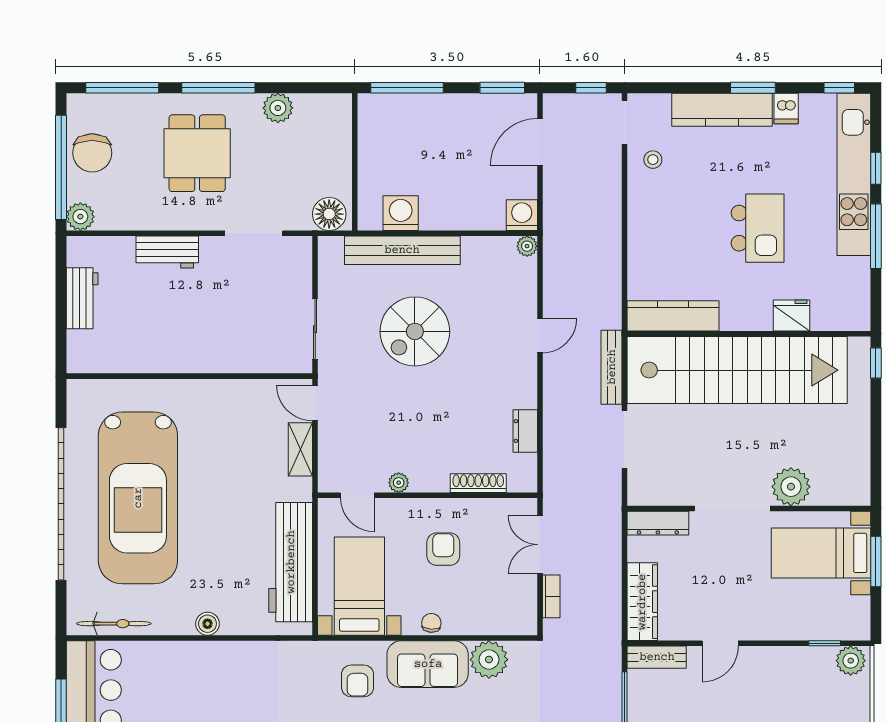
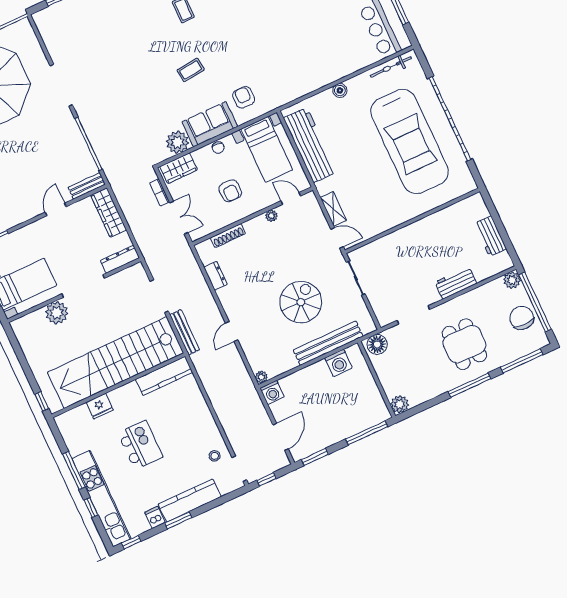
plant: (278, 108) -> (400, 404), moved
kitchen island: (758, 228) -> (140, 445), turned 180
car: (138, 498) -> (410, 141), turned 180
wardrobe: (506, 620) -> (179, 168), added

